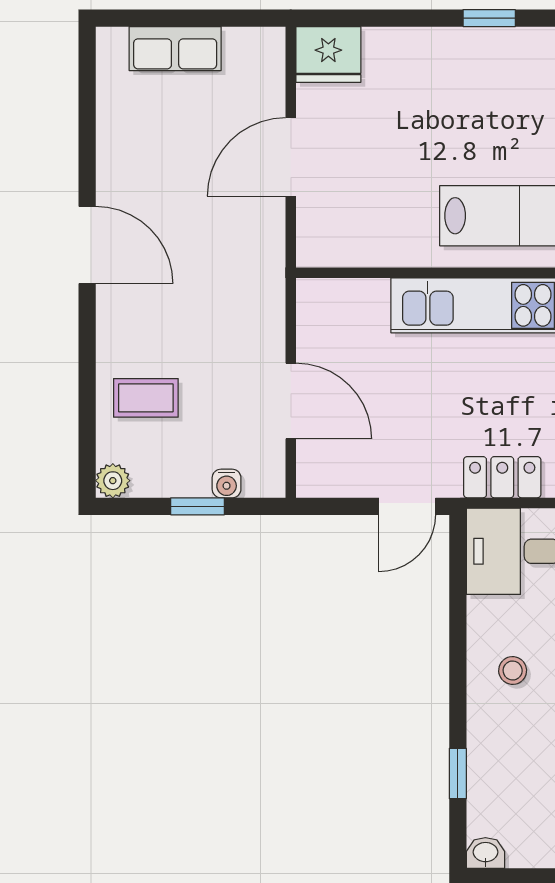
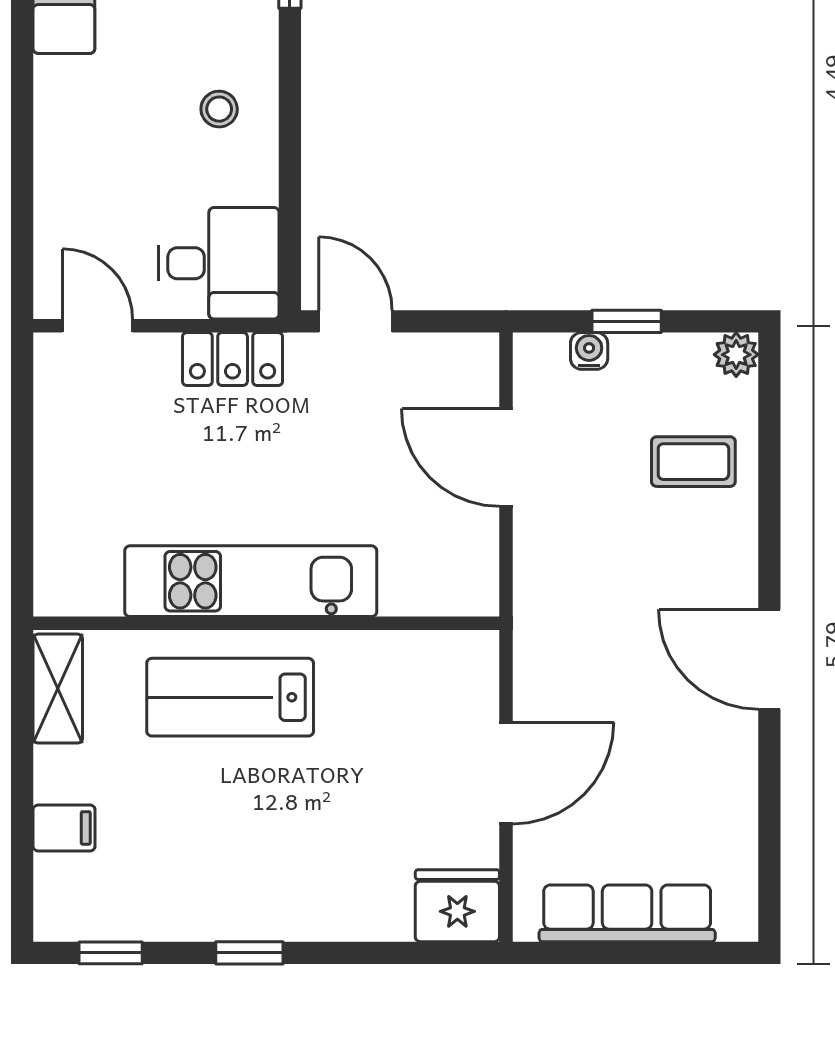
row of seats: (175, 49) -> (627, 913), width x1.48
door: (407, 506) -> (355, 321), hinge flipped

